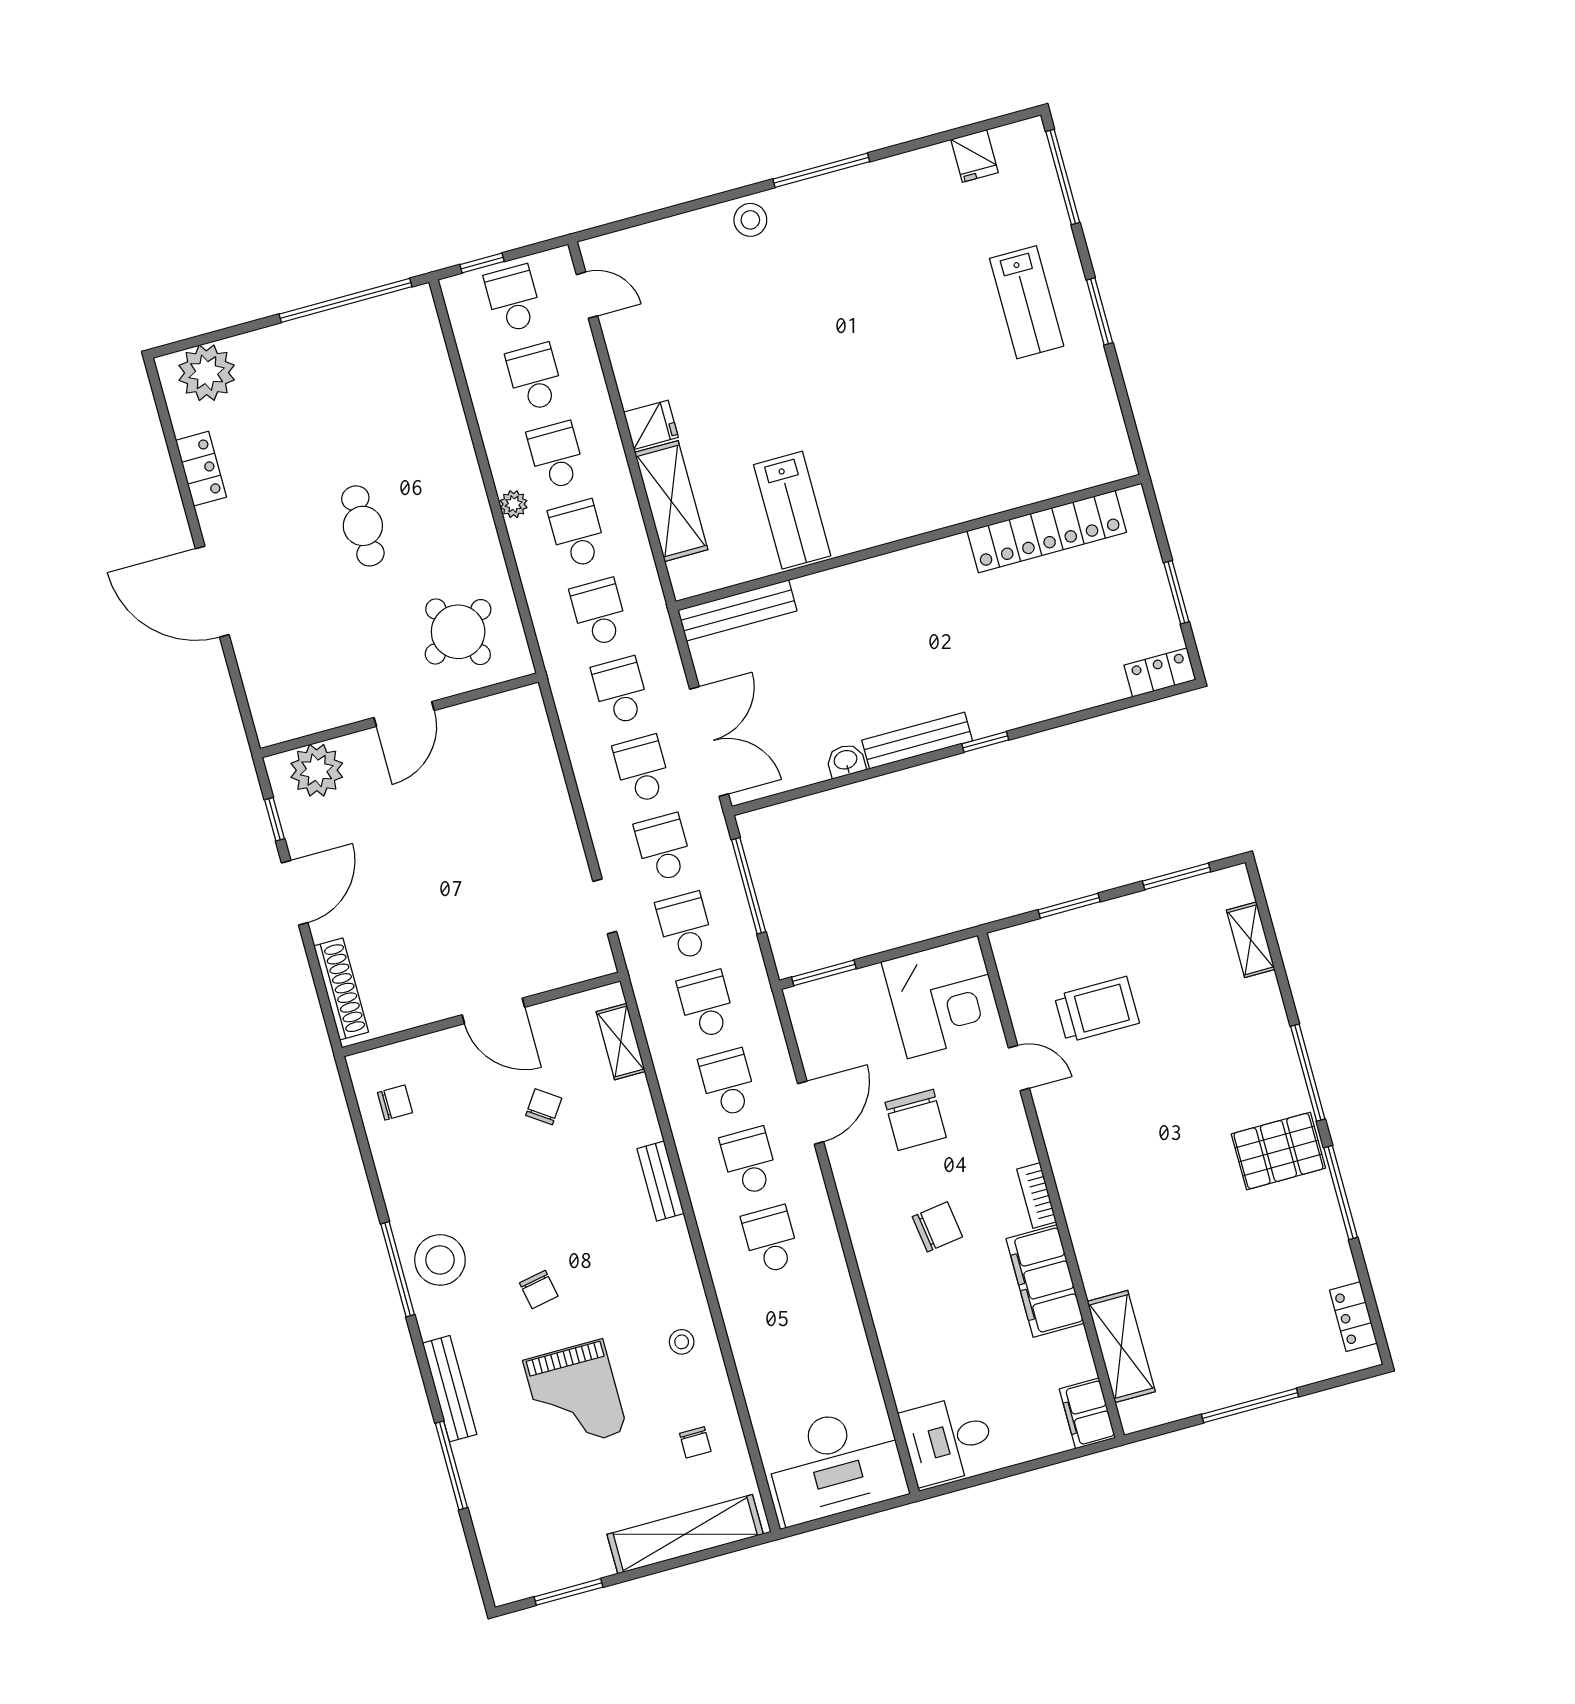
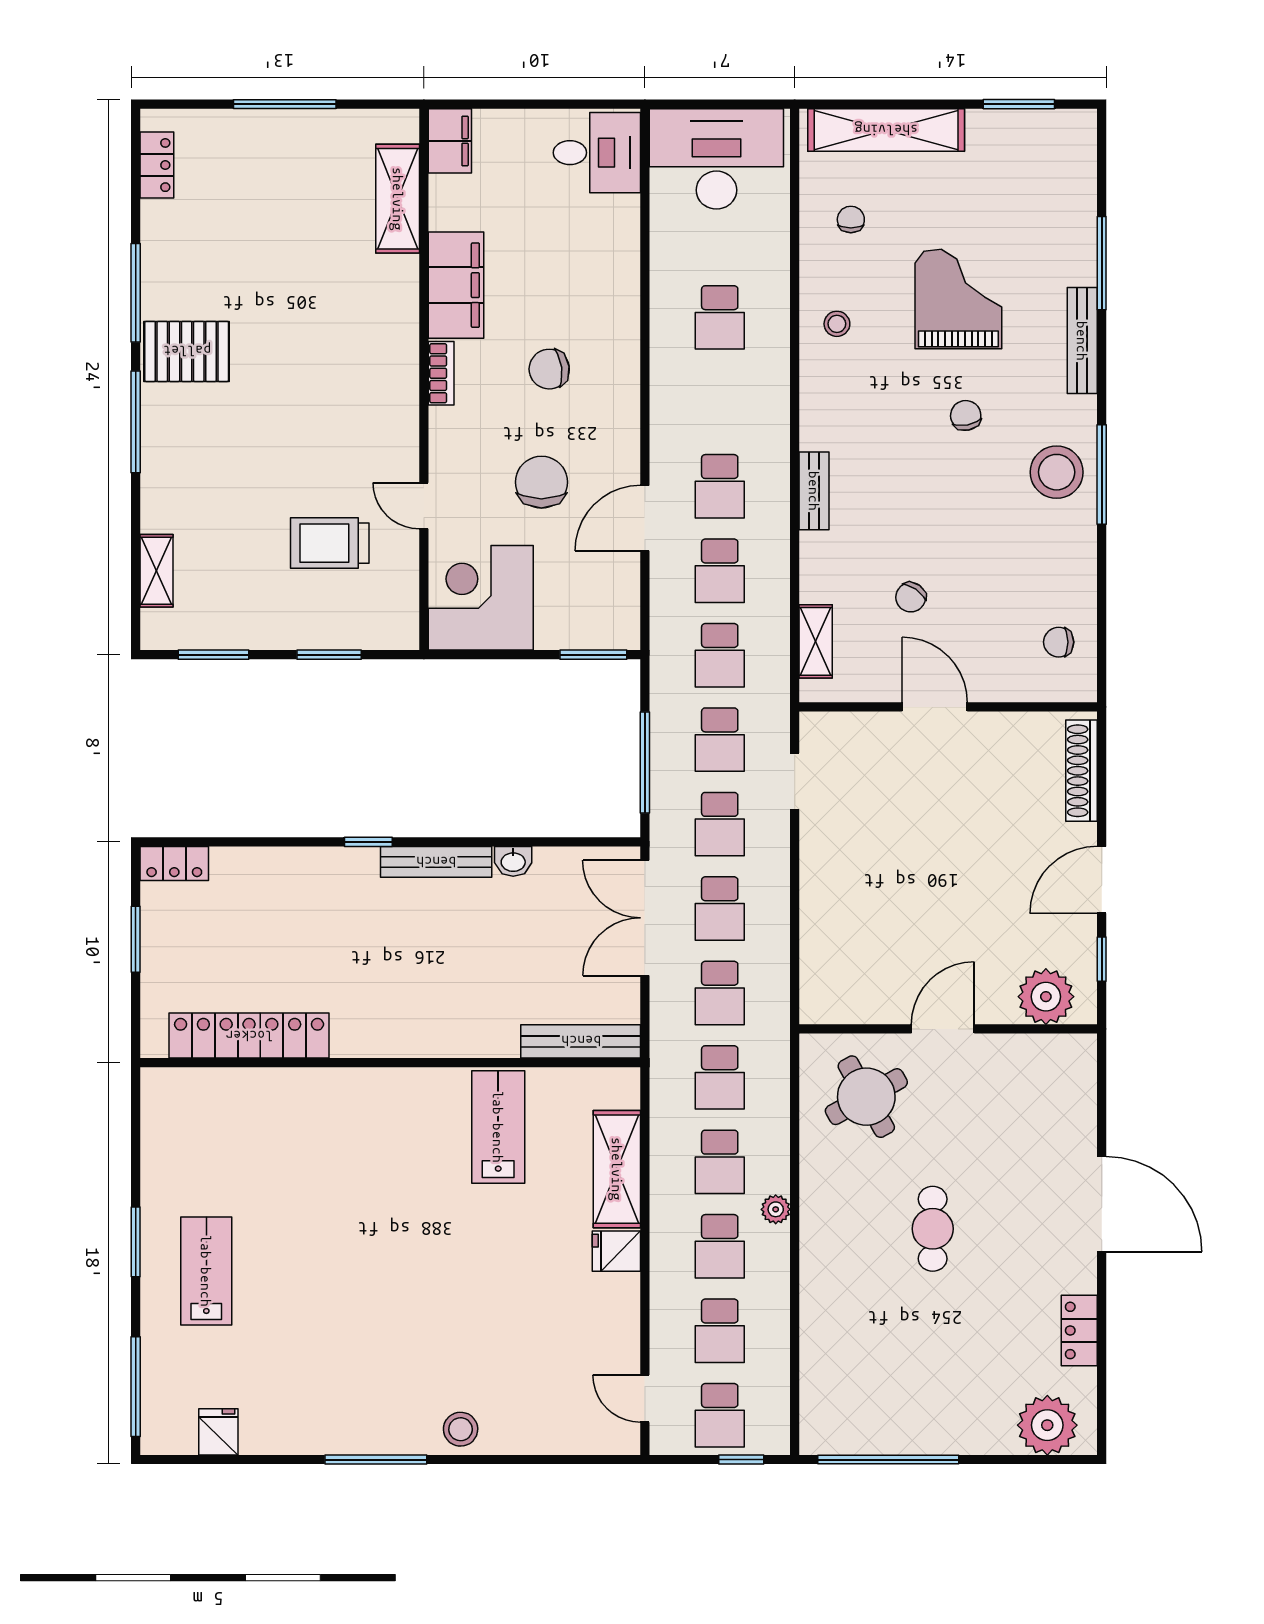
school desk: (771, 1240) -> (720, 317), moved

